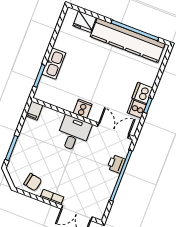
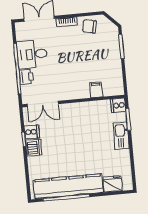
cooker: (83, 109) -> (118, 105), moved, turned 90
filing cabinet: (34, 111) -> (96, 90), moved
desk: (74, 134) -> (32, 54), moved, turned 90

